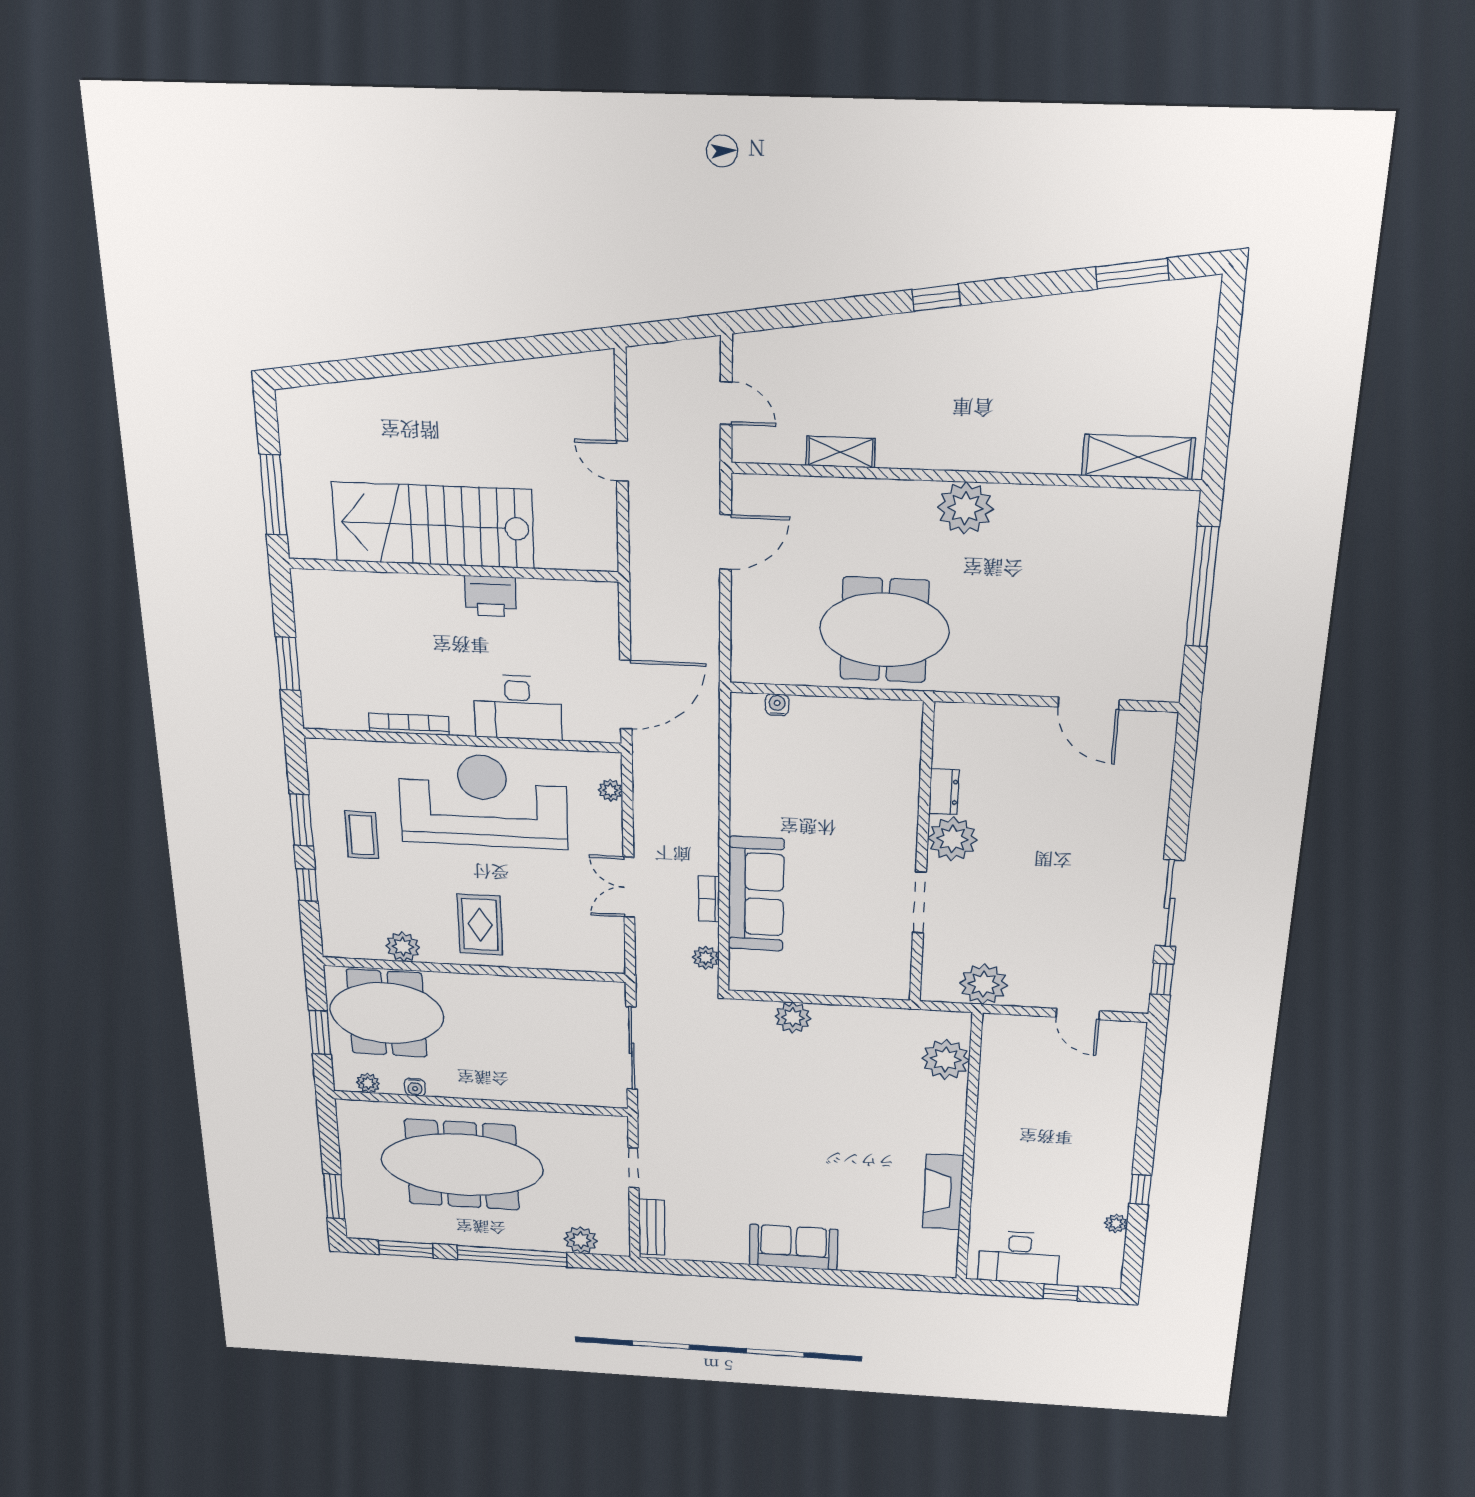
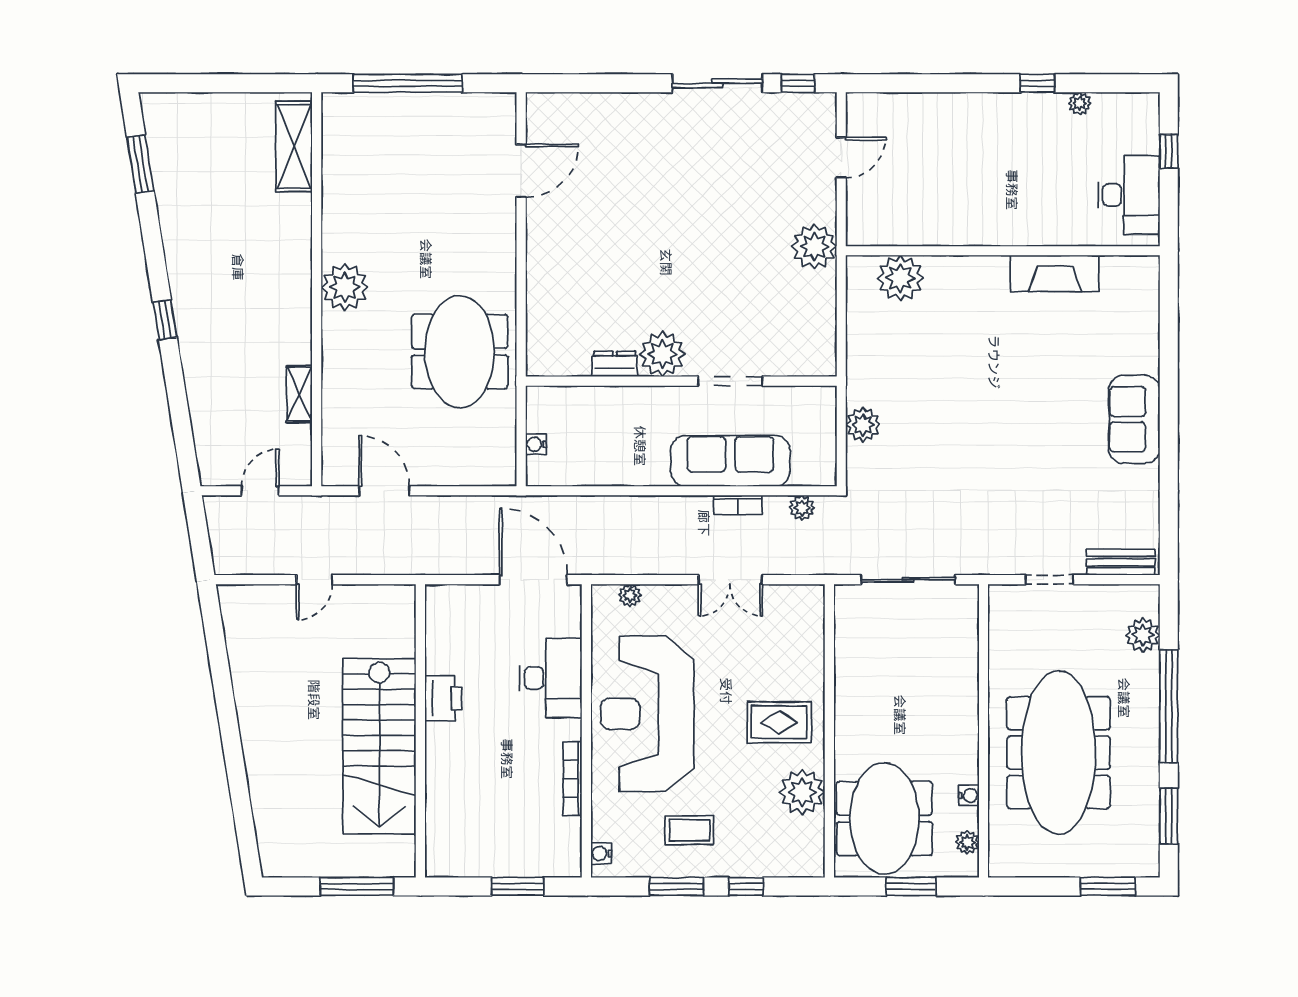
water cooler: (330, 749) -> (601, 853), added
dresser: (944, 792) -> (615, 364), moved
plant: (952, 839) -> (662, 354), moved
wall: (922, 856) -> (681, 381), moved
doorway: (919, 902) -> (730, 381), moved
plant: (403, 947) -> (802, 792), width x1.36, depth x1.36

